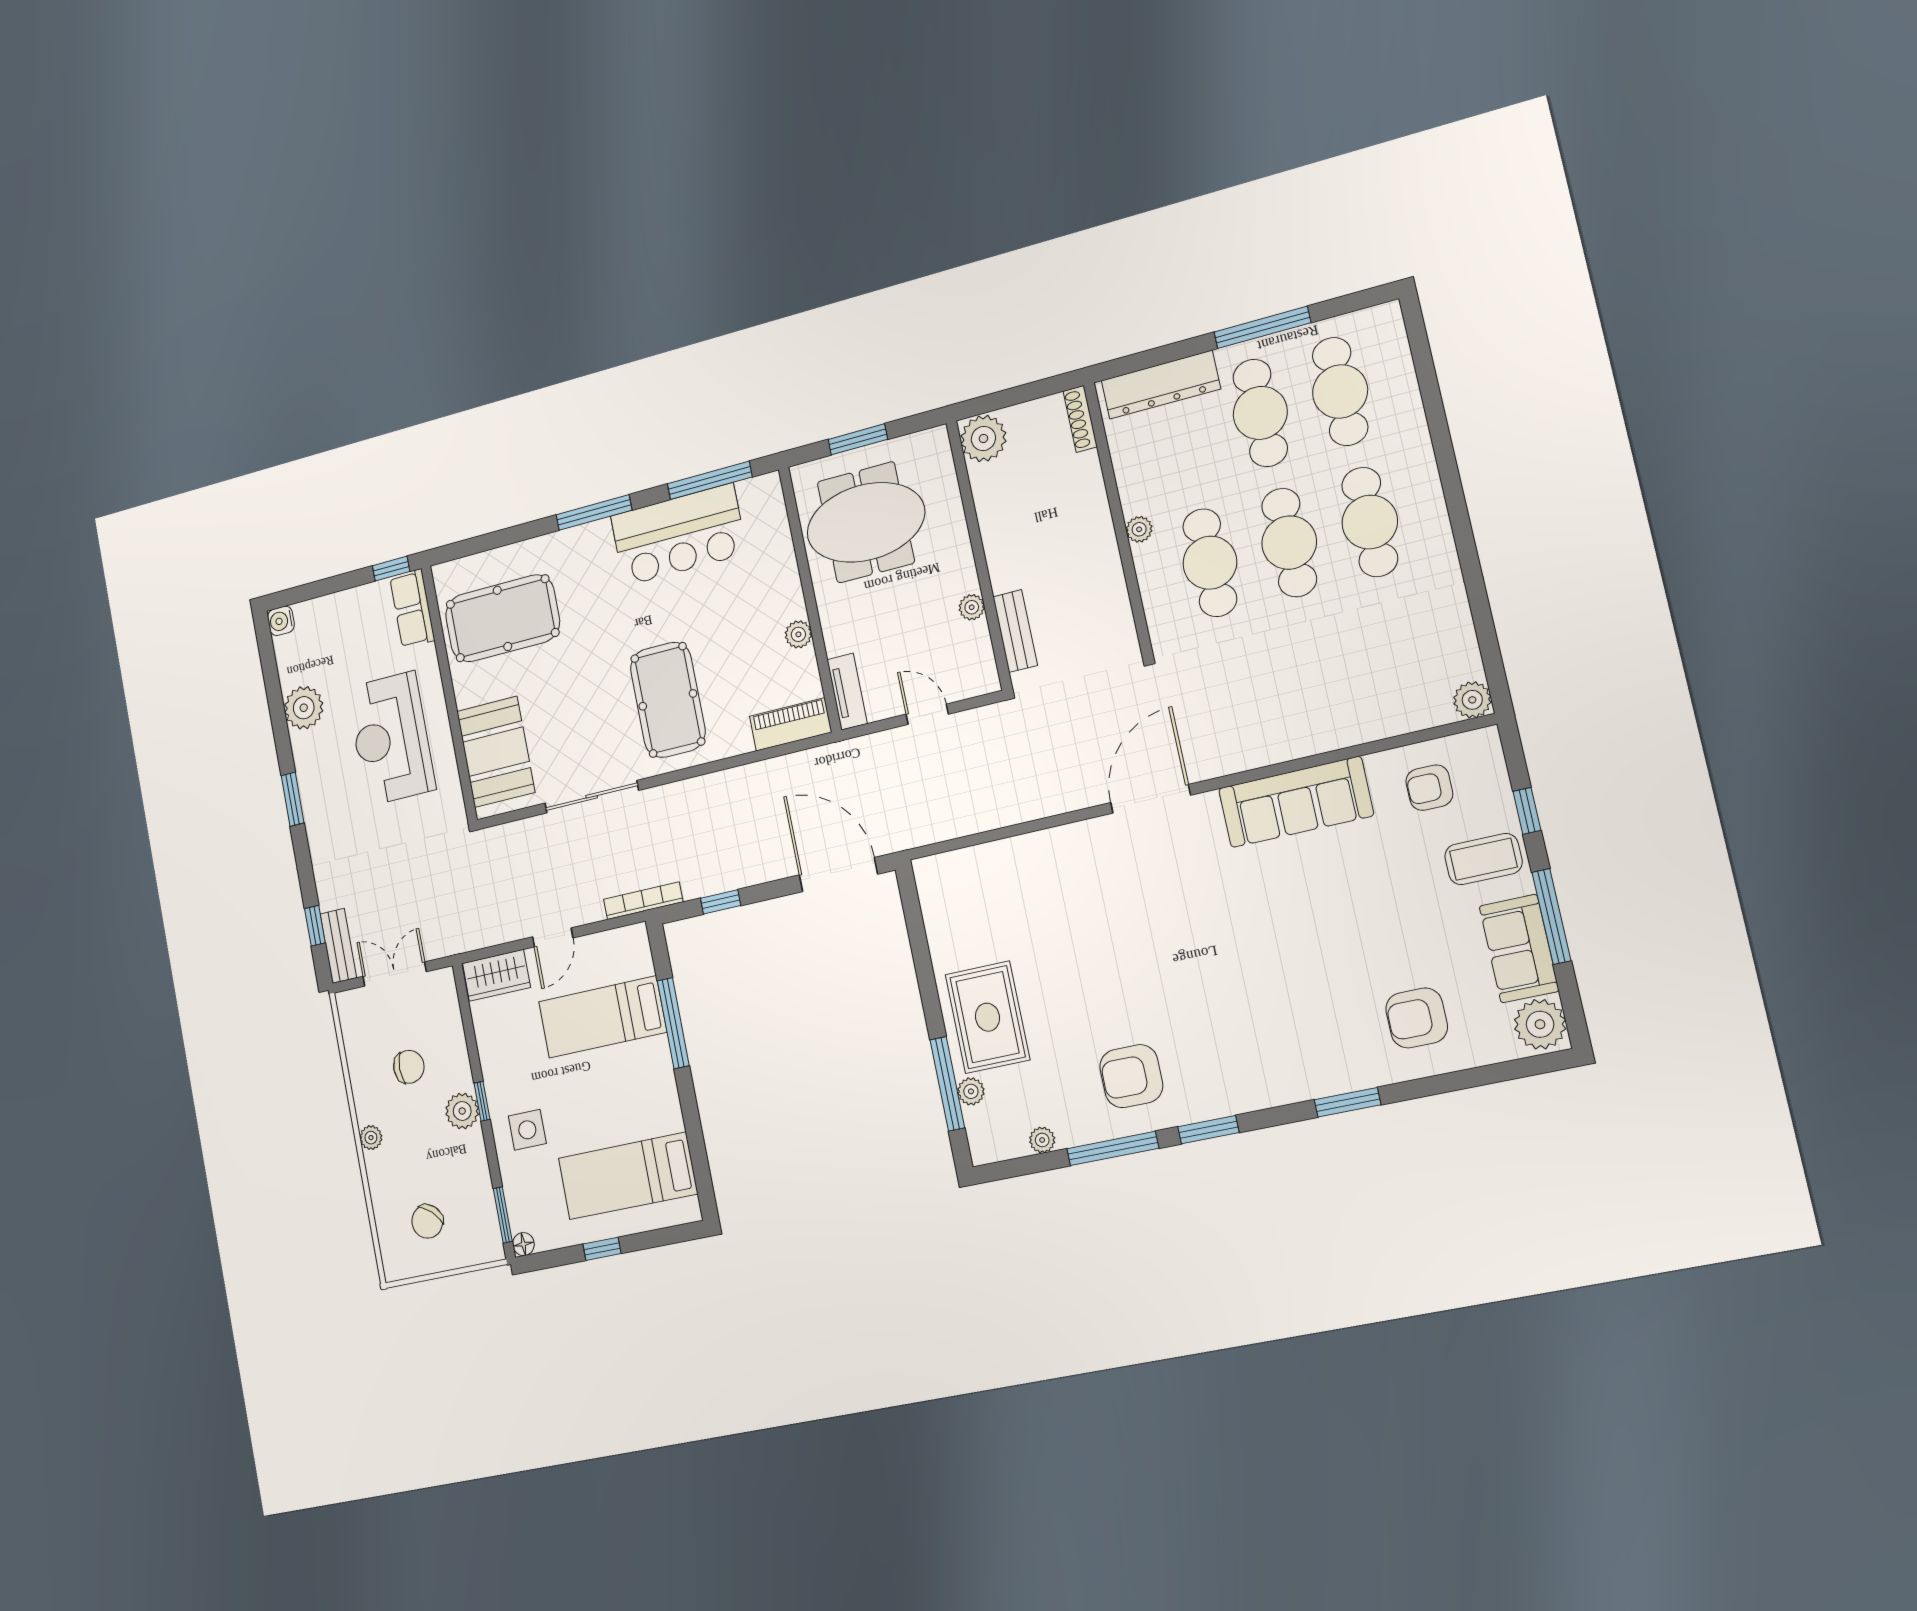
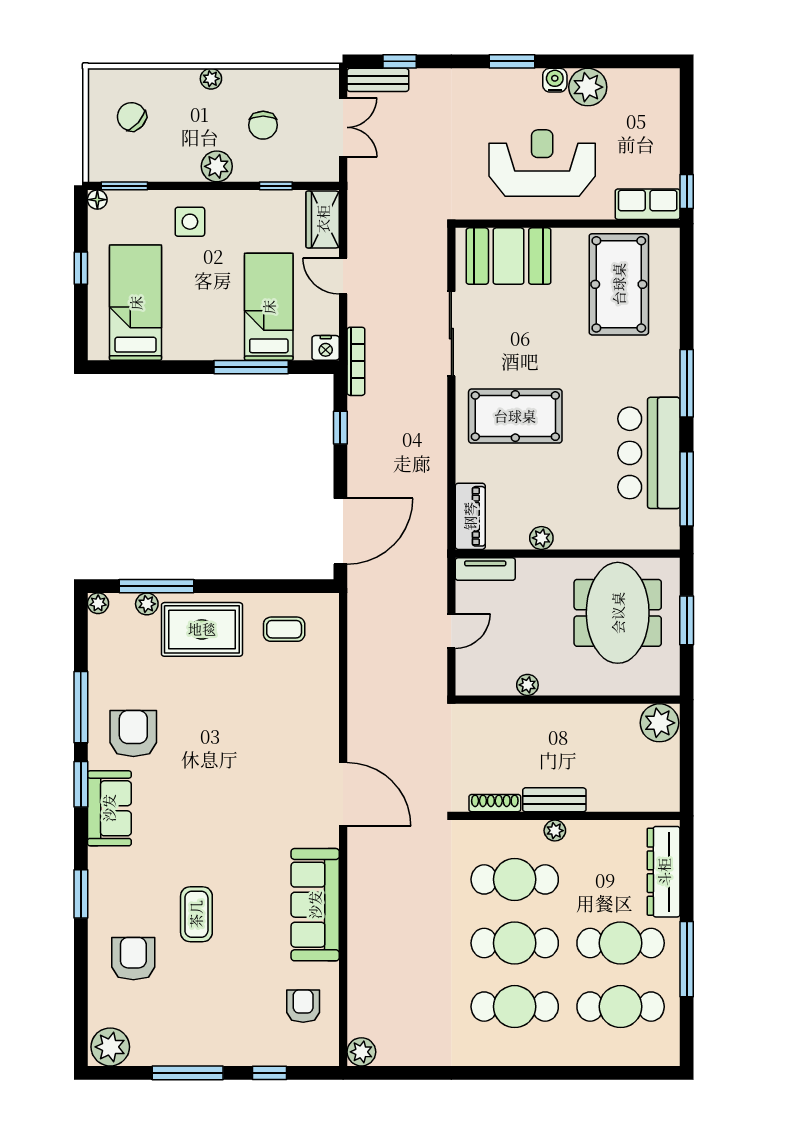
shoe rack: (1080, 419) -> (495, 803), moved
water cooler: (281, 621) -> (555, 80), moved
bench: (1015, 631) -> (554, 800), moved
coffee table: (1483, 859) -> (196, 914), moved
coffee table: (967, 917) -> (284, 629), added
nightstand: (635, 940) -> (326, 348), added
sofa: (1519, 949) -> (109, 808), moved, turned 90
window: (482, 1101) -> (276, 186), moved
plant: (1042, 1140) -> (98, 603), moved

